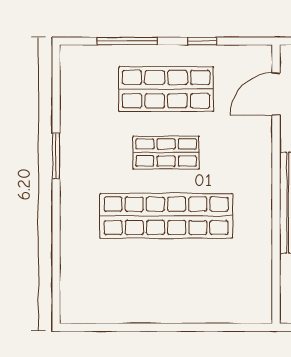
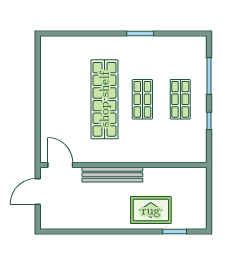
shop shelf: (166, 89) -> (180, 99), width x0.70, depth x0.74
door: (276, 94) -> (60, 165), moved

